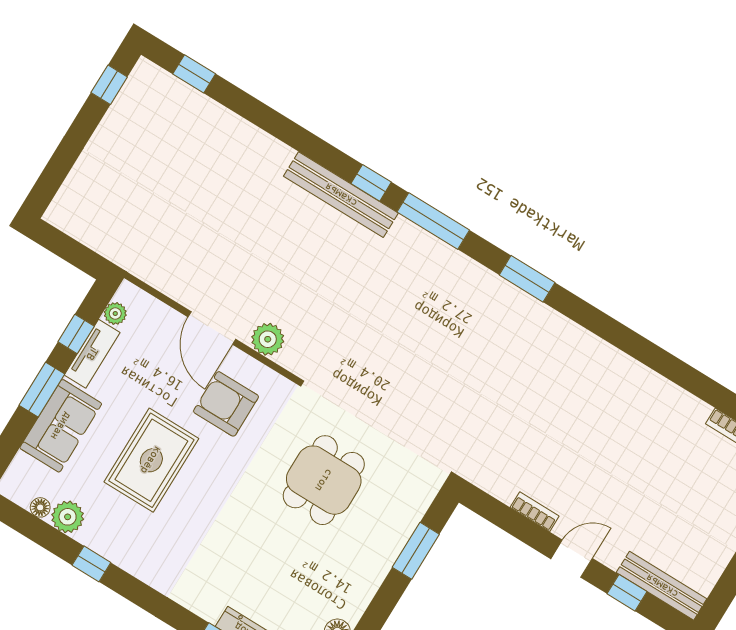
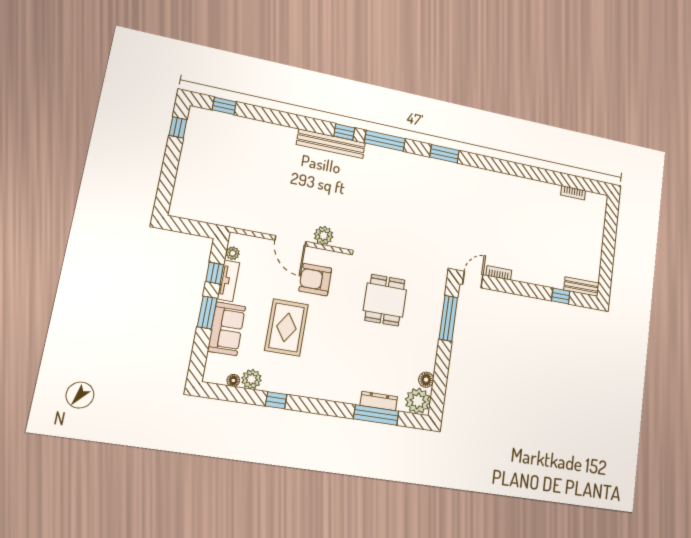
window: (416, 551) -> (448, 318), width x1.44
door: (572, 559) -> (473, 280), moved
bench: (662, 586) -> (581, 287), width x0.73

